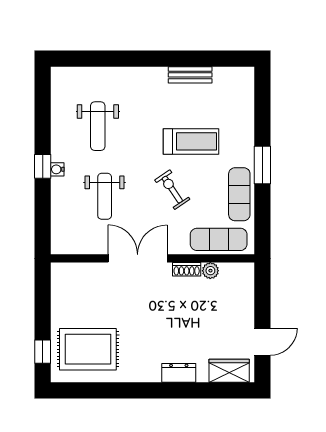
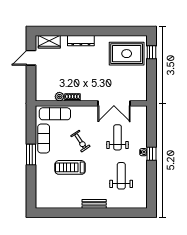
bench: (190, 75) -> (94, 204), moved
double door: (138, 258) -> (114, 103), moved
dresser: (179, 373) -> (81, 41), width x1.44

